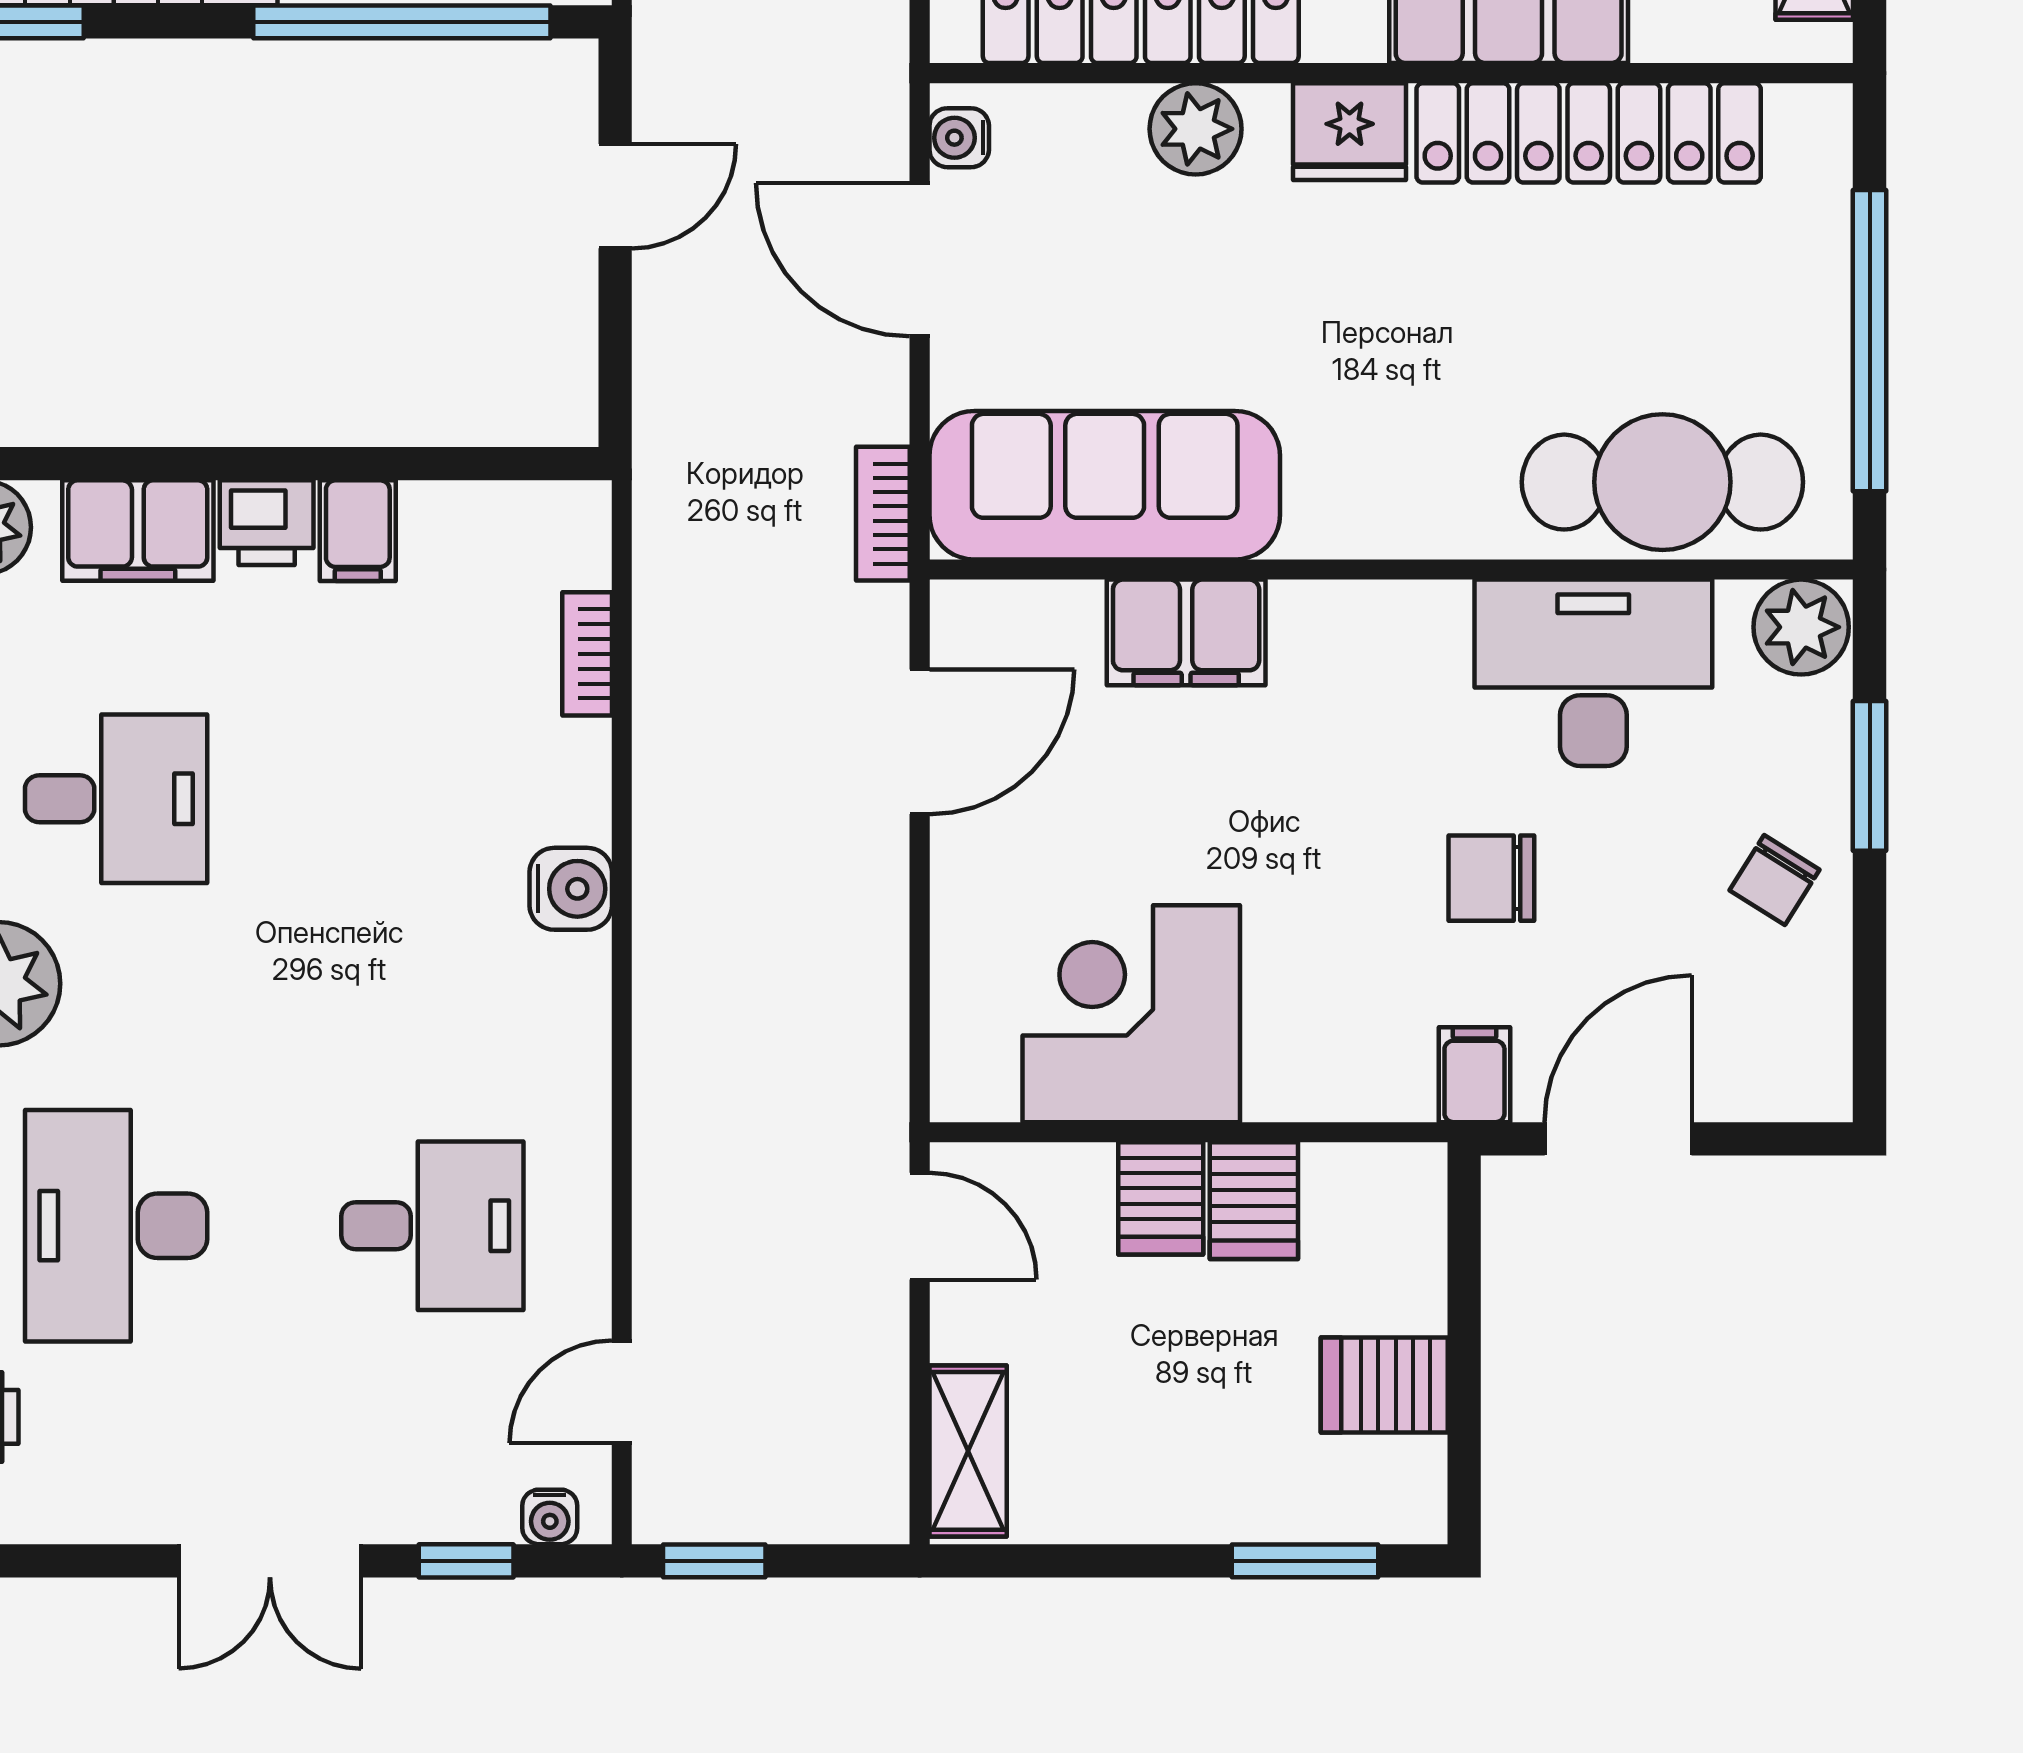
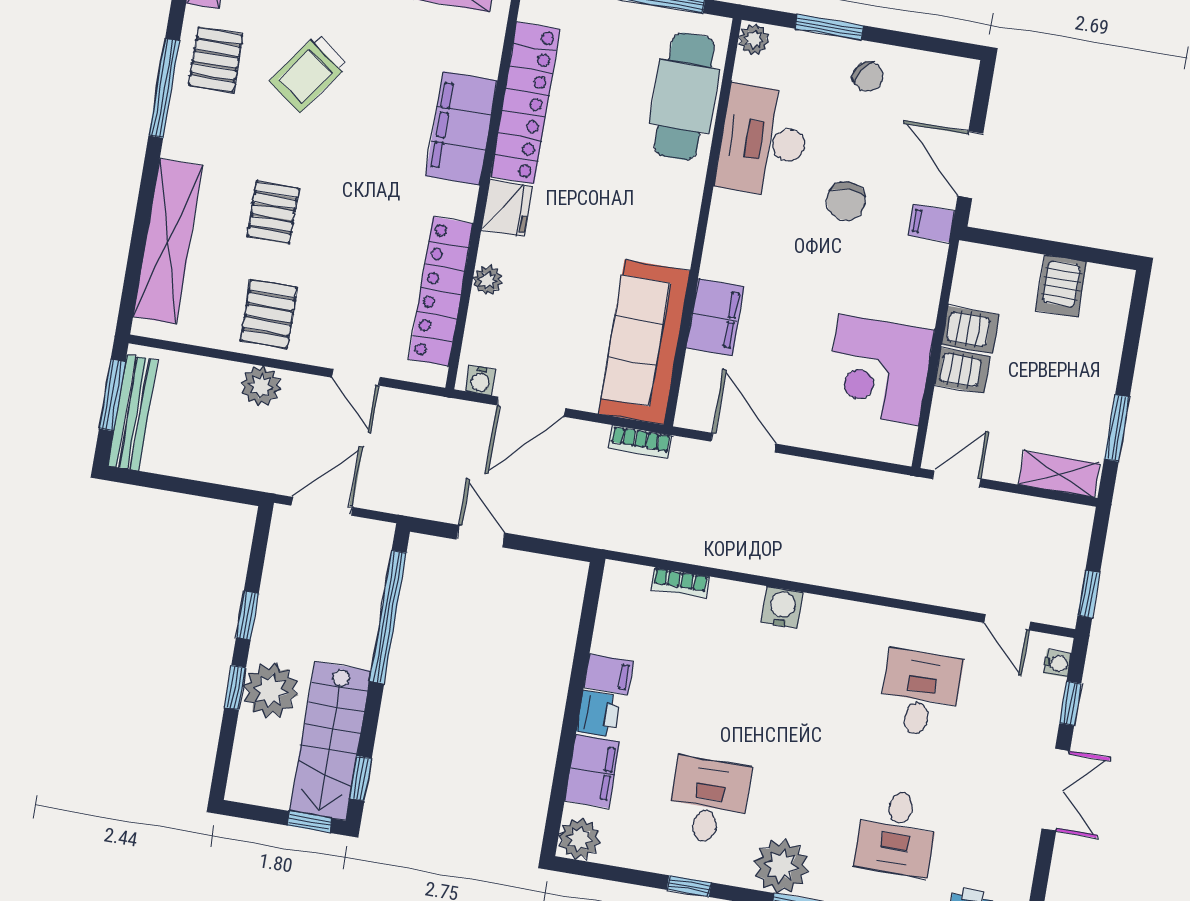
plant: (1196, 129) -> (488, 280), width x0.73, depth x0.73
plant: (1801, 627) -> (754, 39), width x0.73, depth x0.73
desk: (116, 1226) -> (897, 833), width x0.73
window: (1305, 1561) -> (1117, 428), moved

